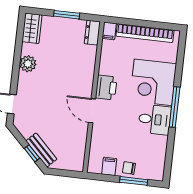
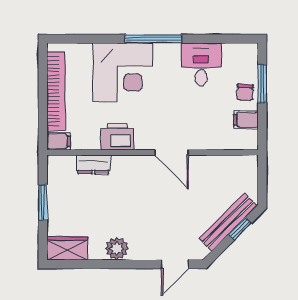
dresser: (92, 33) -> (93, 164), moved
printer: (106, 87) -> (117, 137), moved
door: (92, 111) -> (172, 152), hinge flipped
desk: (155, 120) -> (201, 64), moved
bench: (41, 150) -> (228, 222), width x1.36

